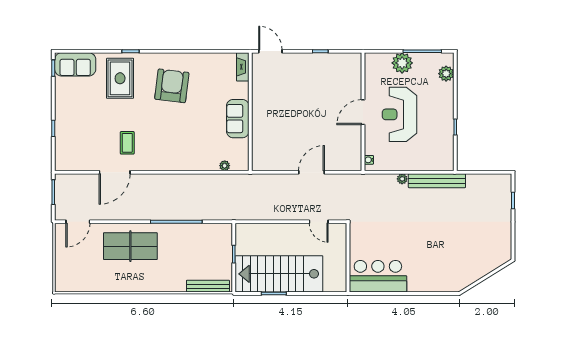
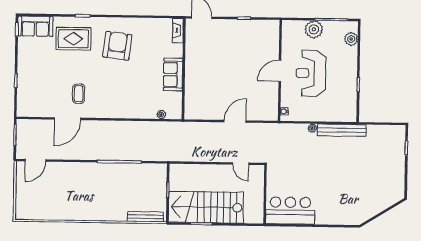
rug: (120, 78) -> (73, 39), turned 90
table tennis table: (130, 246) -> (80, 182), removed

